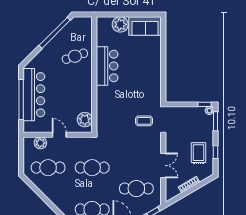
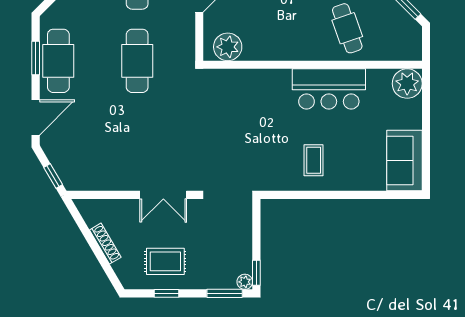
plant: (120, 24) -> (407, 84), moved
coffee table: (144, 121) -> (314, 160), moved
double door: (163, 165) -> (163, 195), moved
cafe table: (136, 189) -> (98, 144), removed

